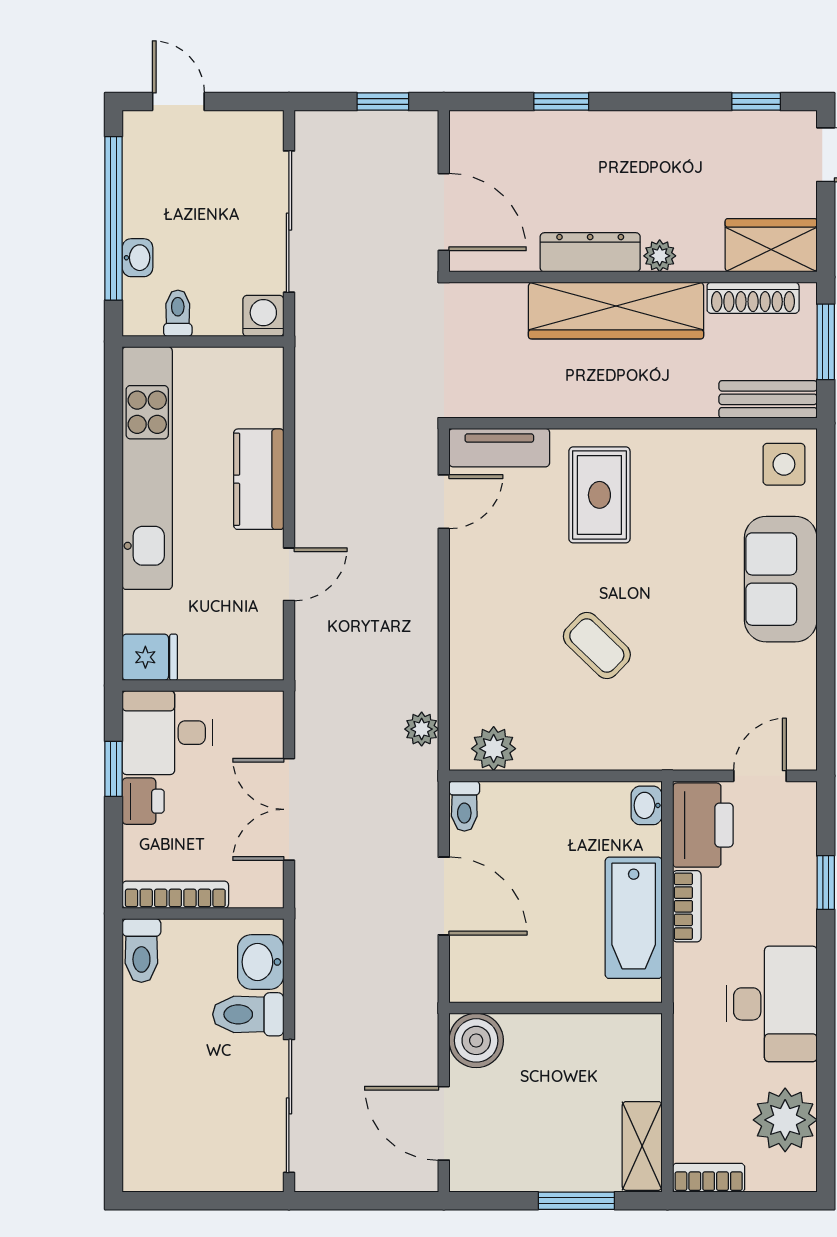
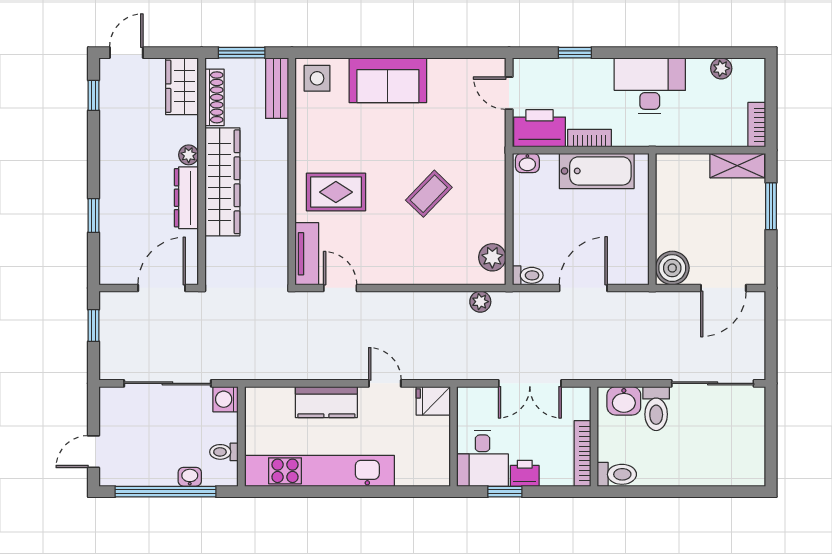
fridge: (150, 657) -> (433, 401), moved, turned -90
plant: (785, 1120) -> (721, 68), width x0.53, depth x0.53

